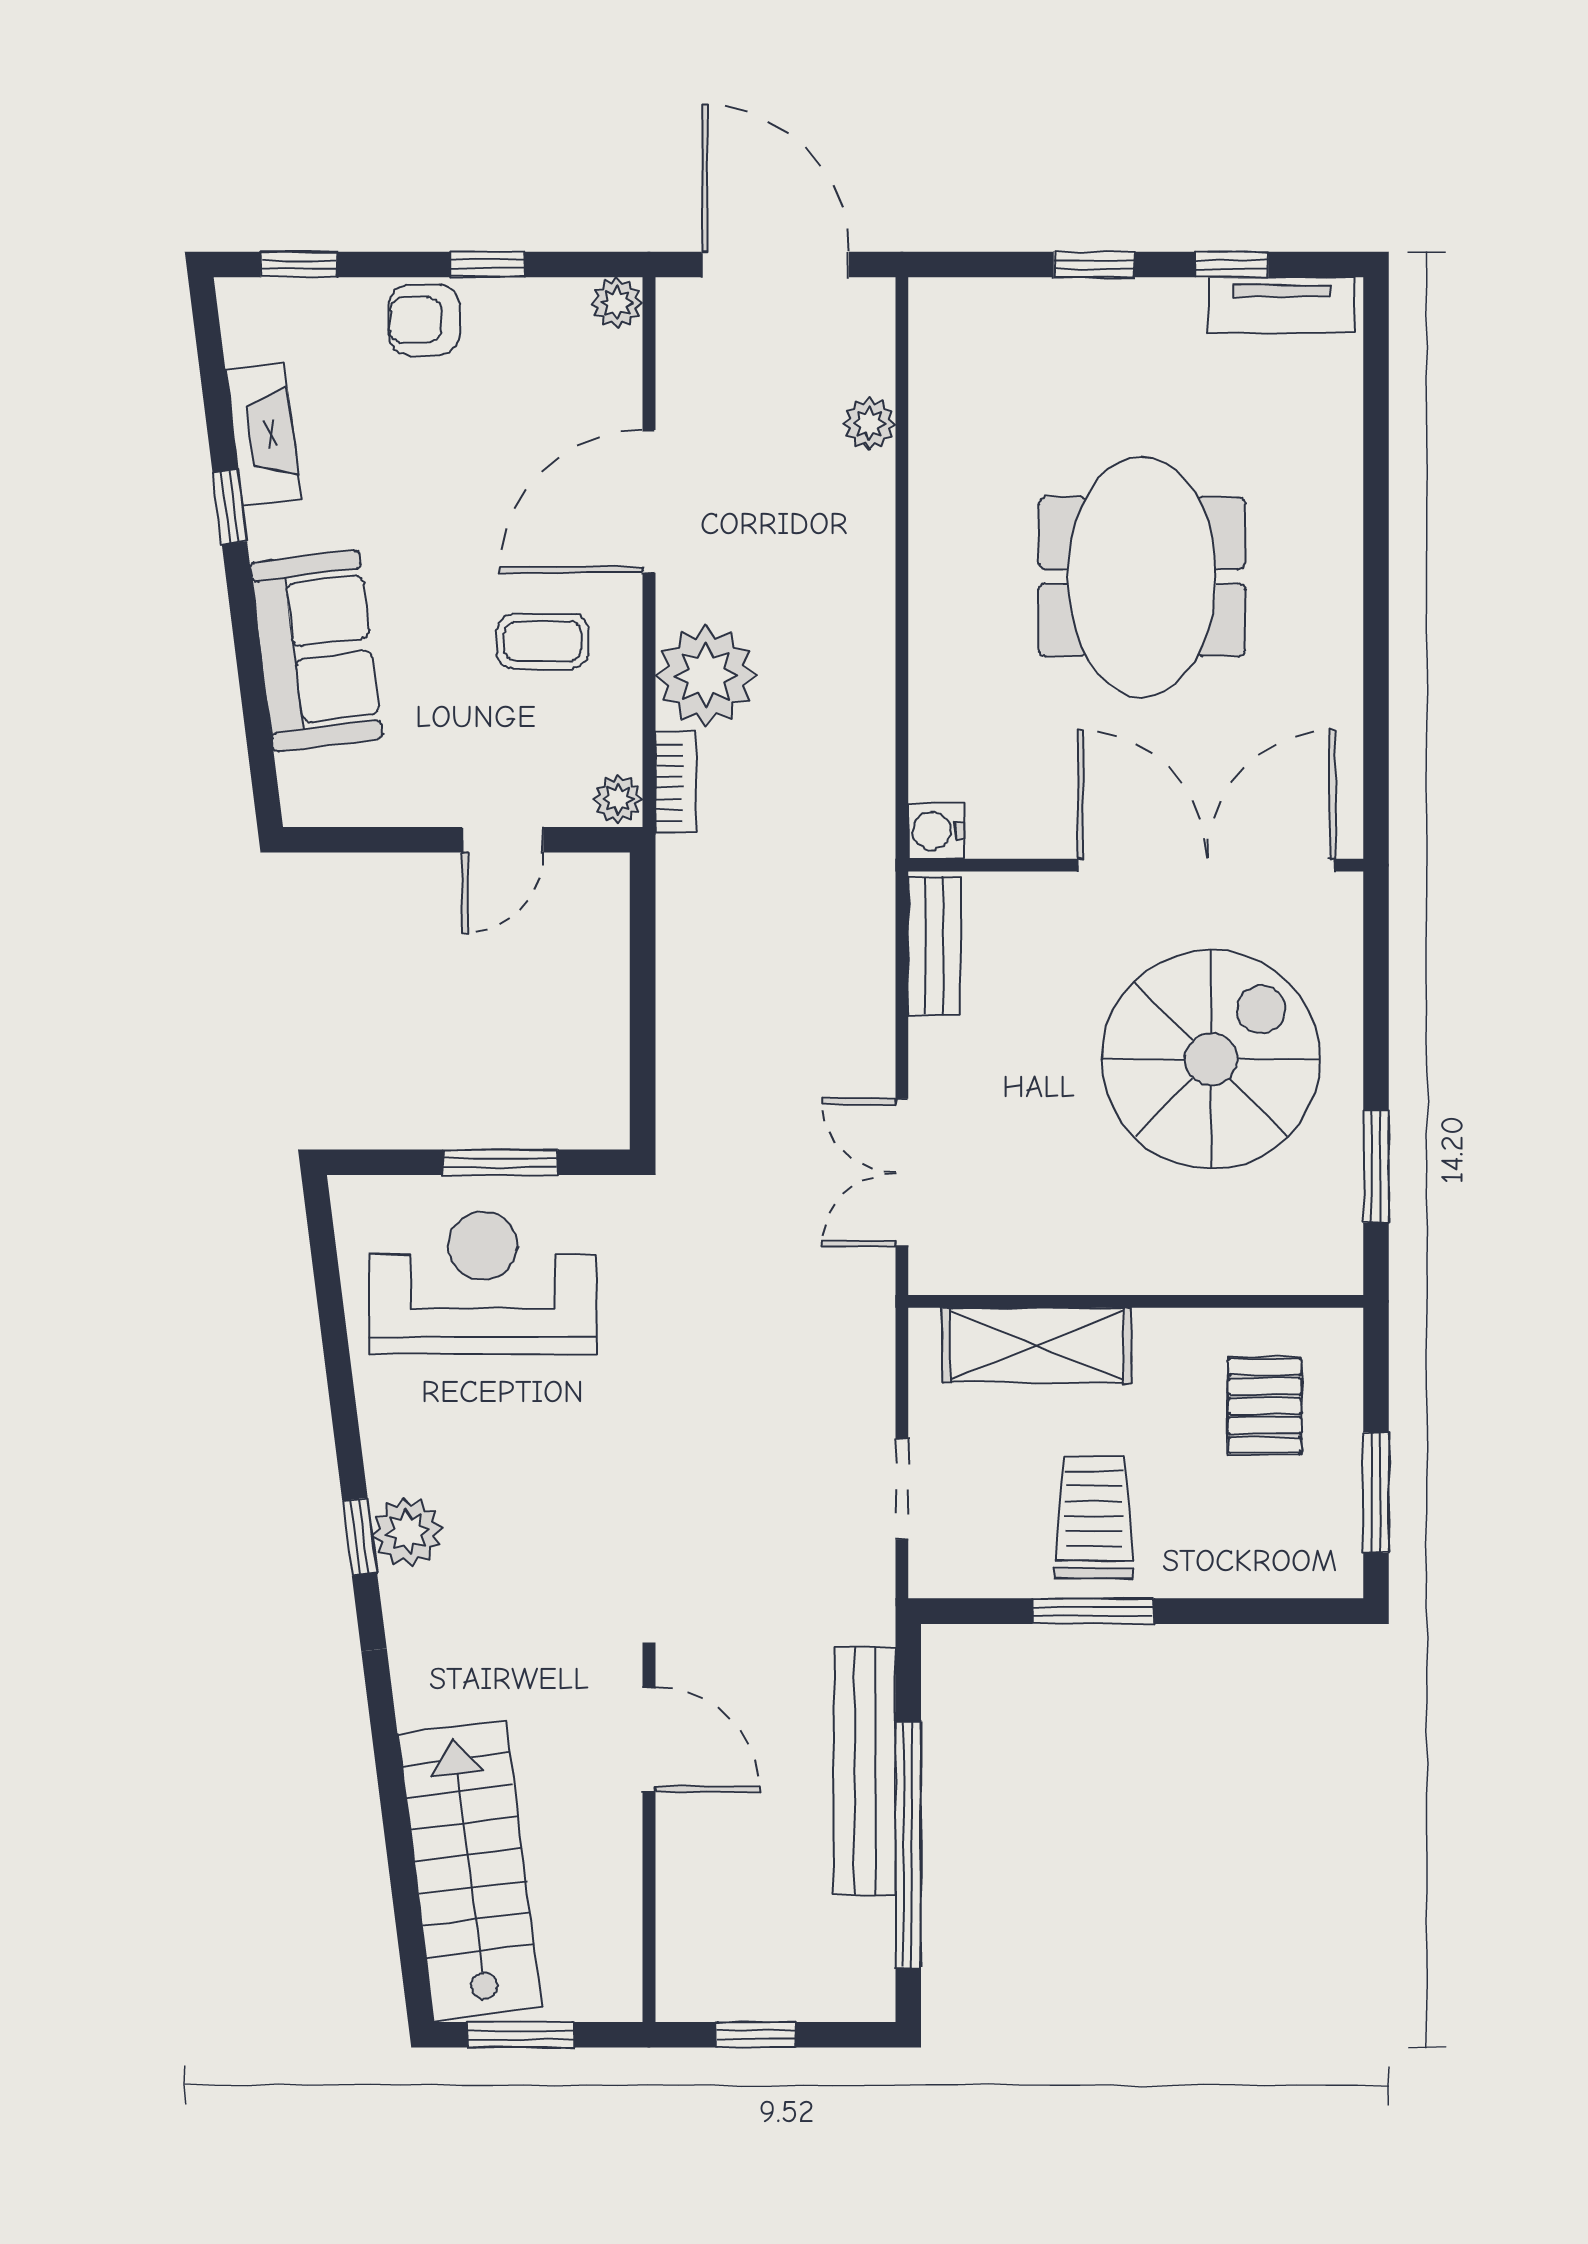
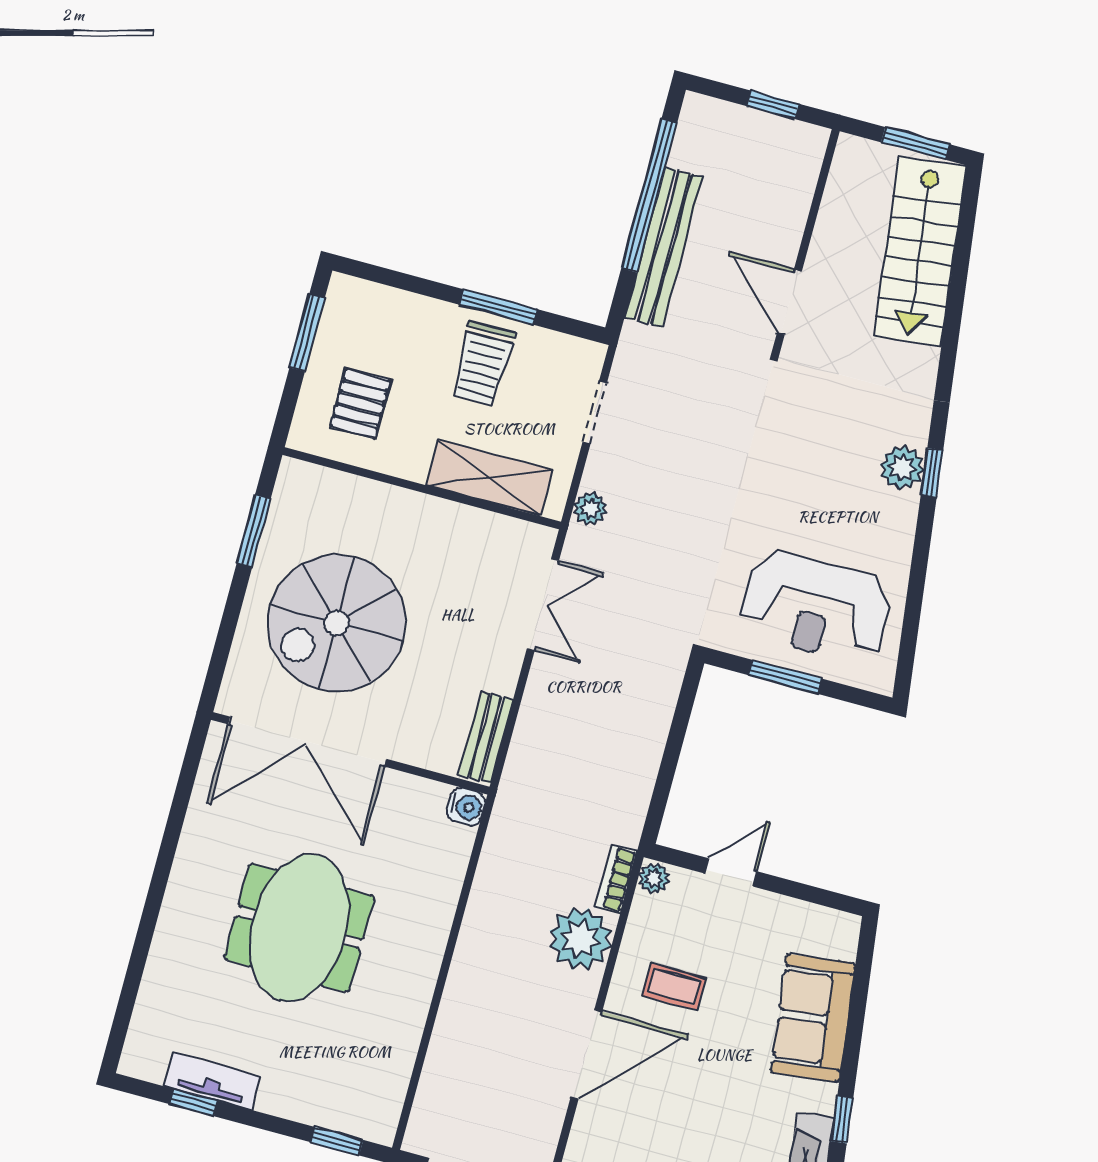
window: (1094, 265) -> (337, 1141), moved
tv unit: (1281, 305) -> (212, 1081), moved
plant: (869, 424) -> (590, 509), moved

